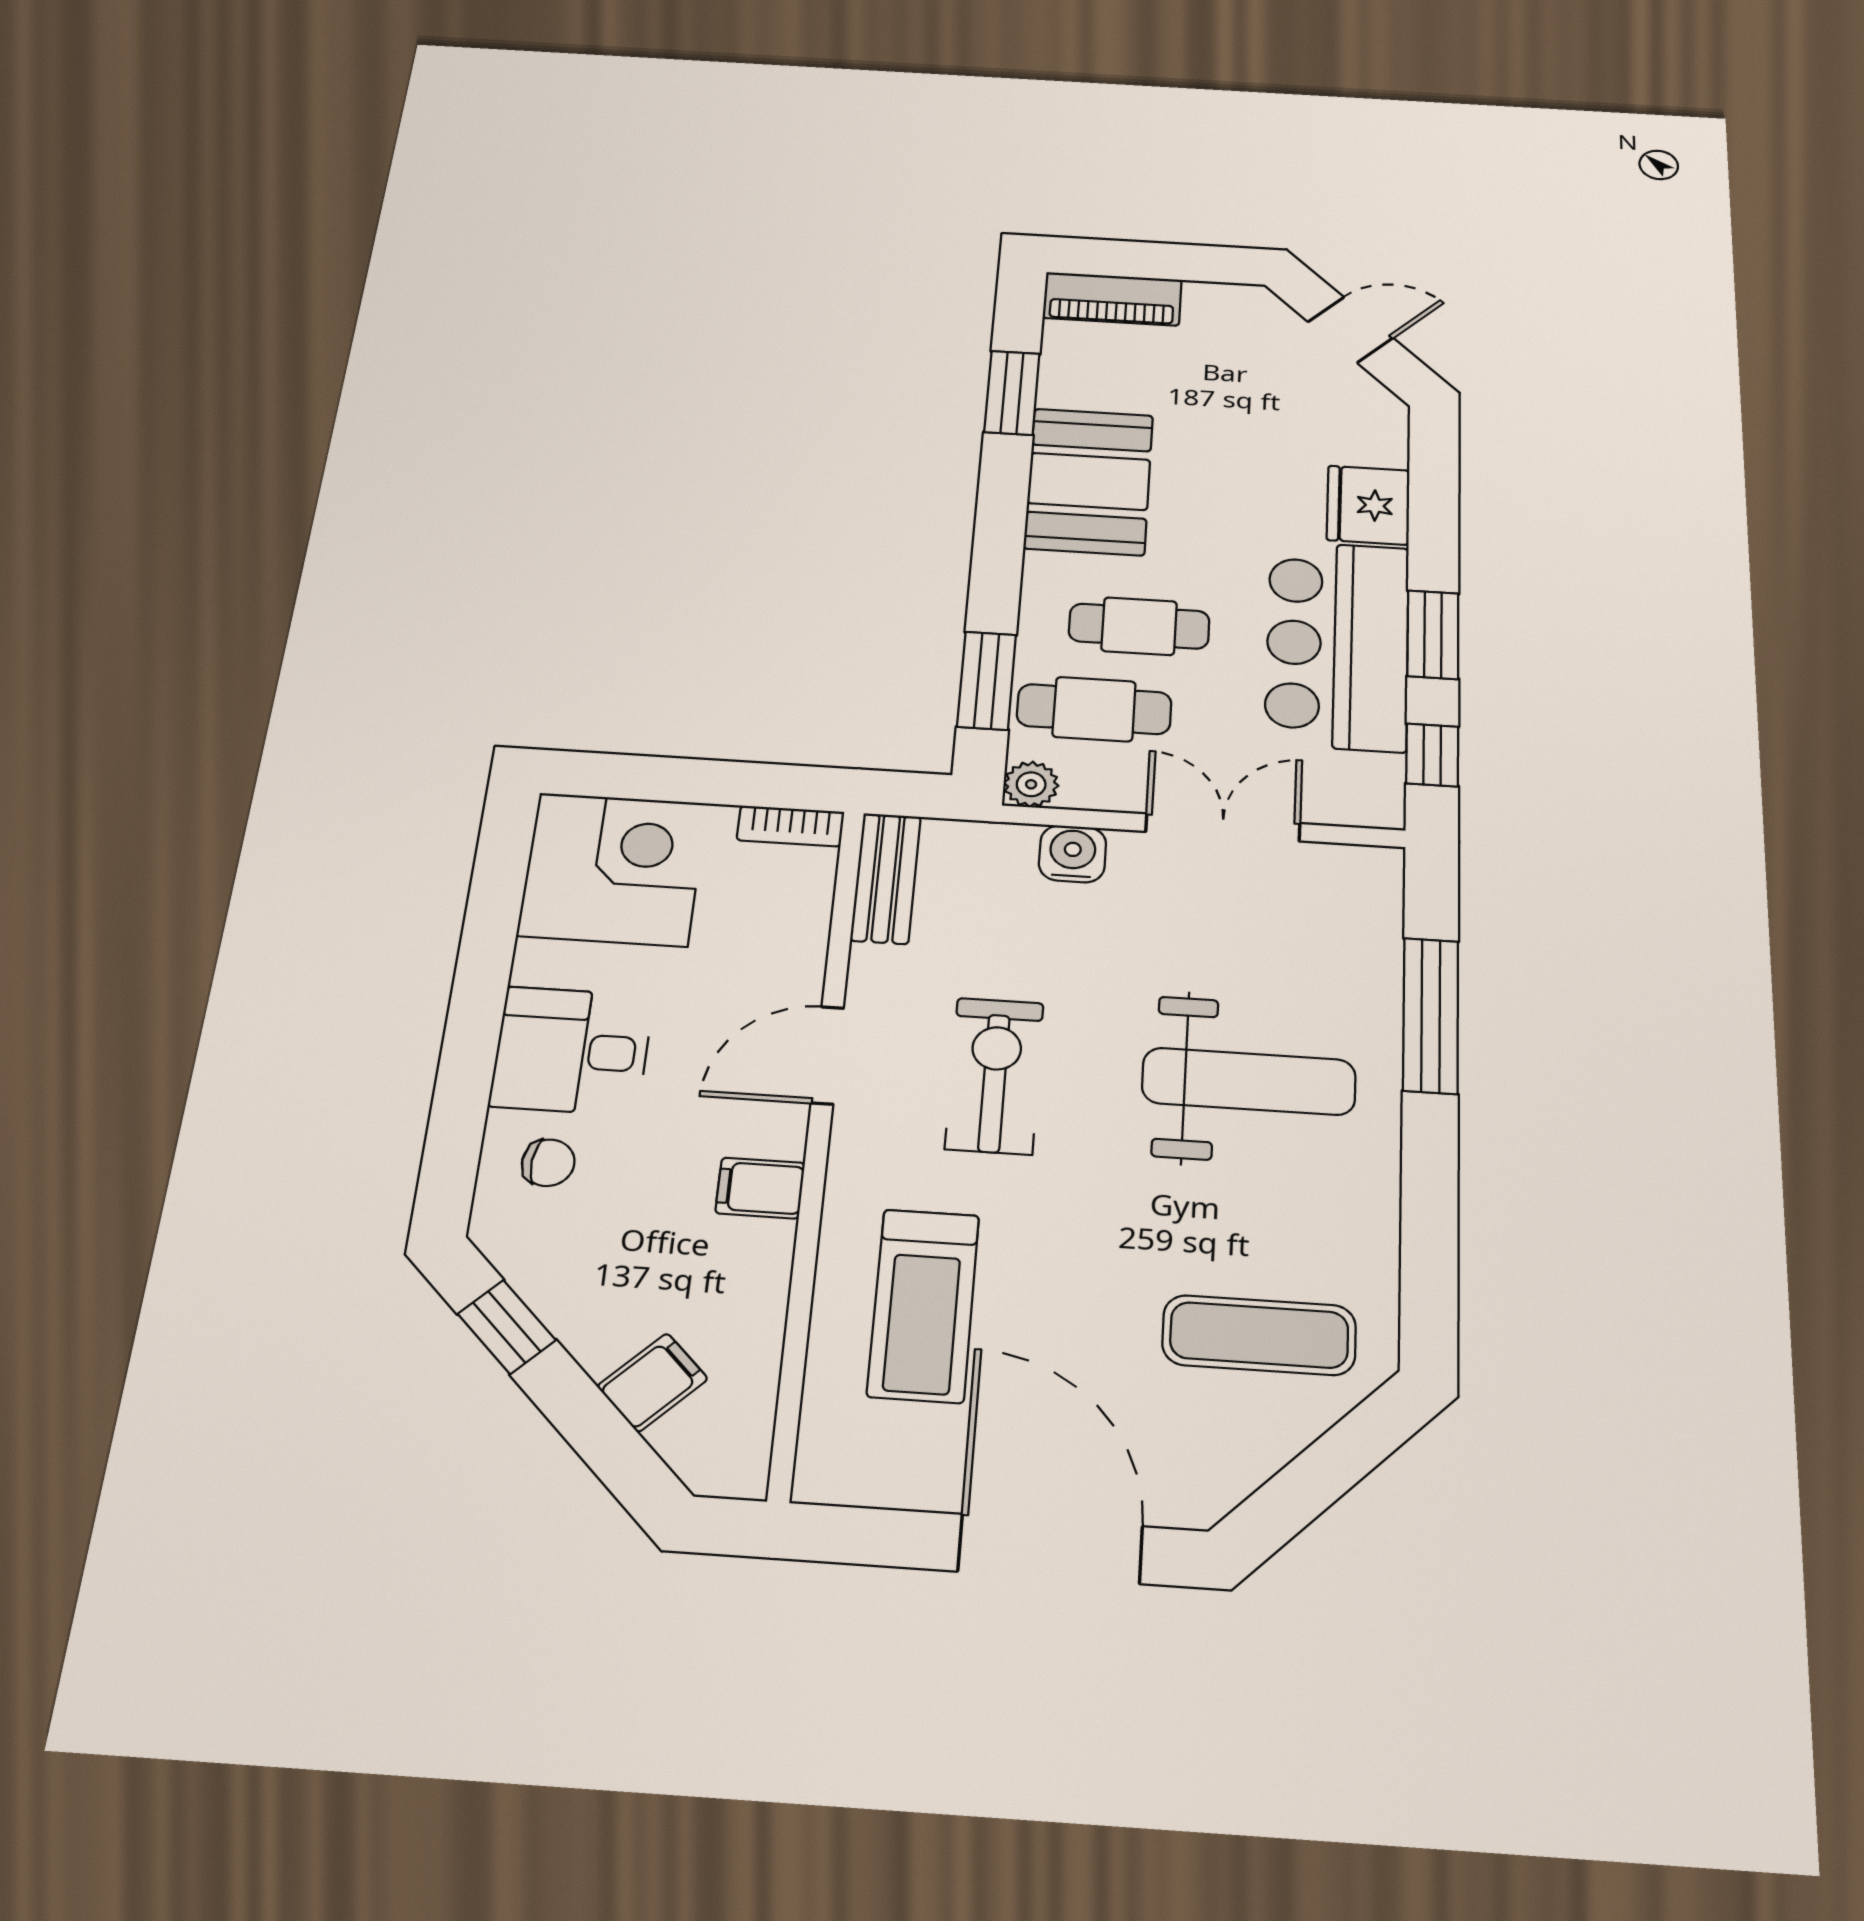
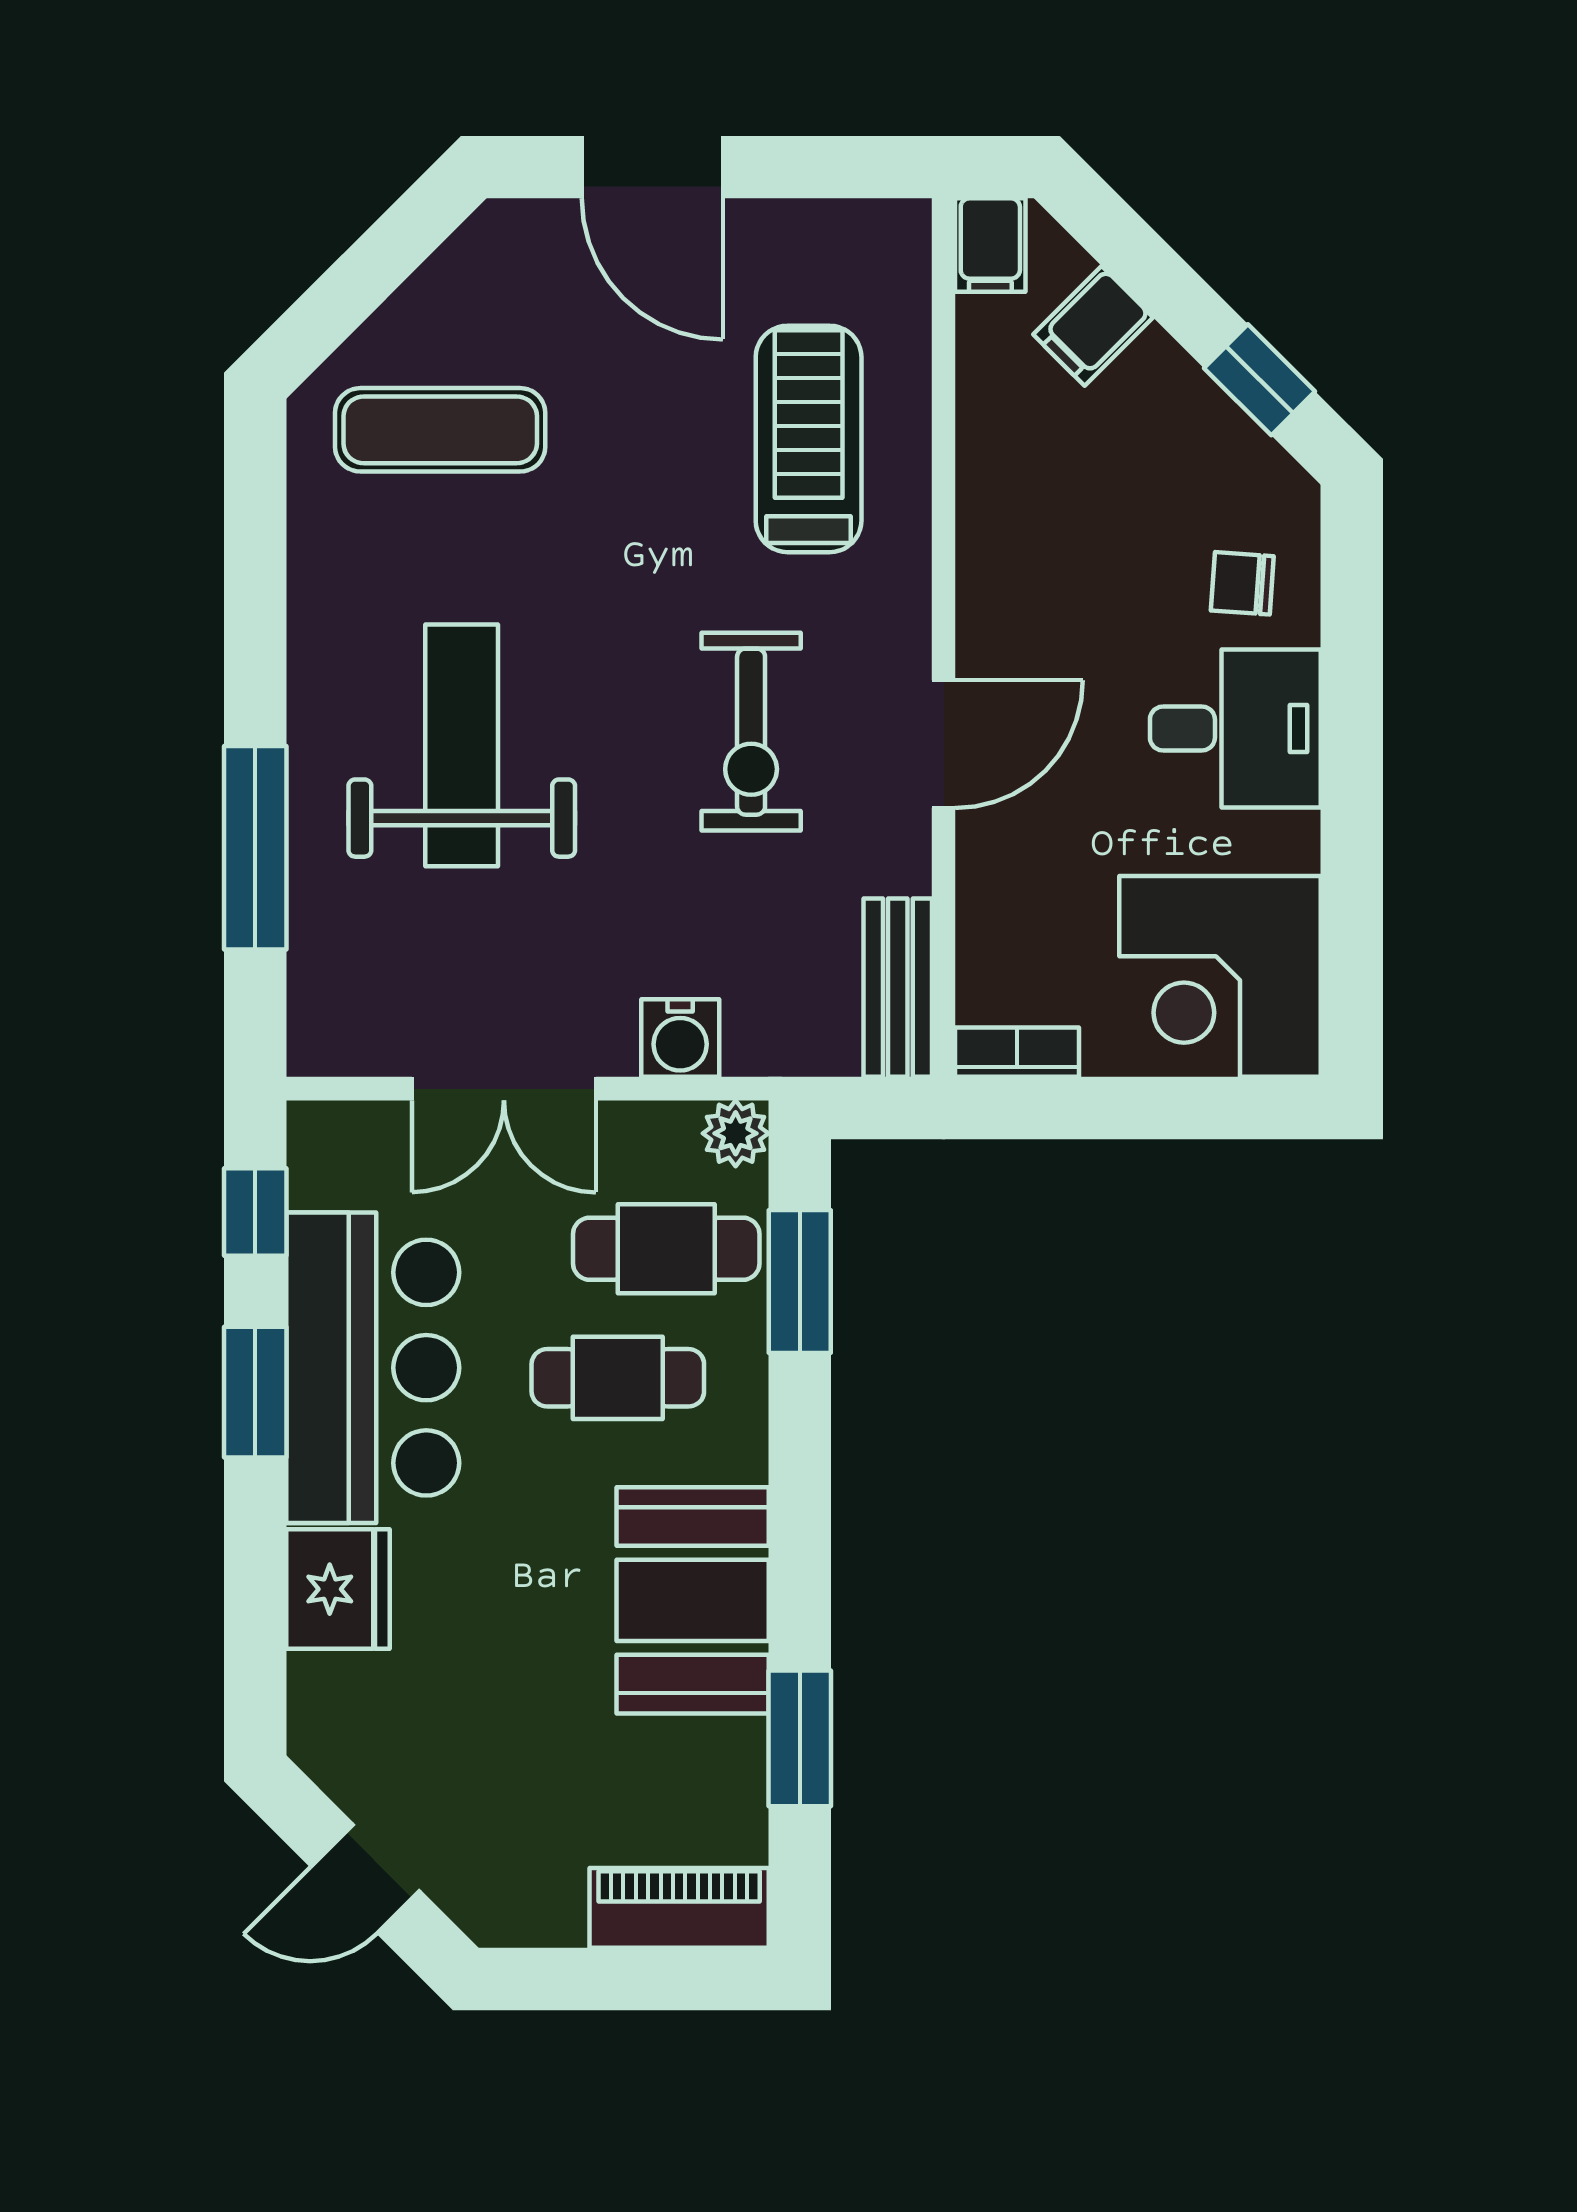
weight bench: (1249, 1081) -> (462, 745), turned 90
filing cabinet: (760, 1188) -> (990, 245), moved, turned 90
door: (1050, 1549) -> (652, 167), width x0.73

